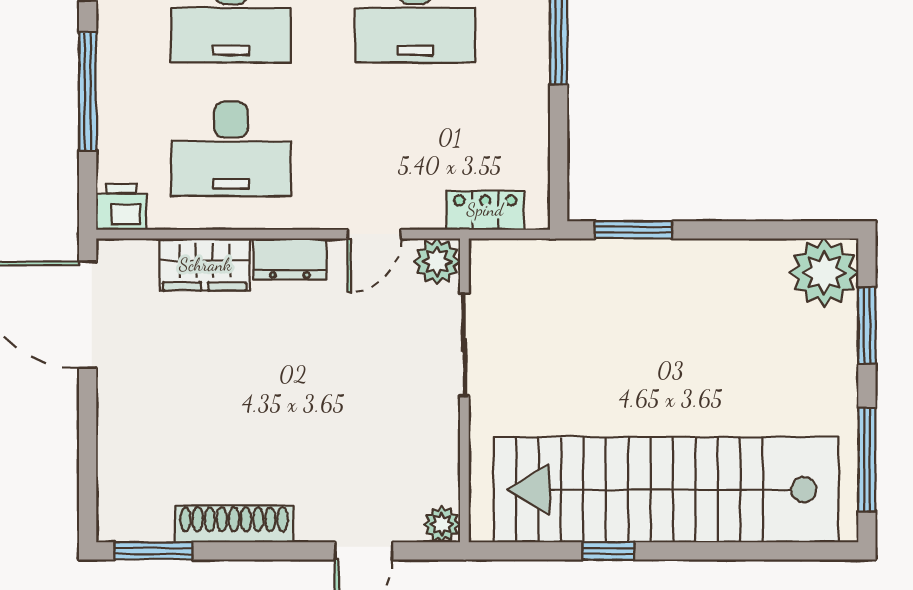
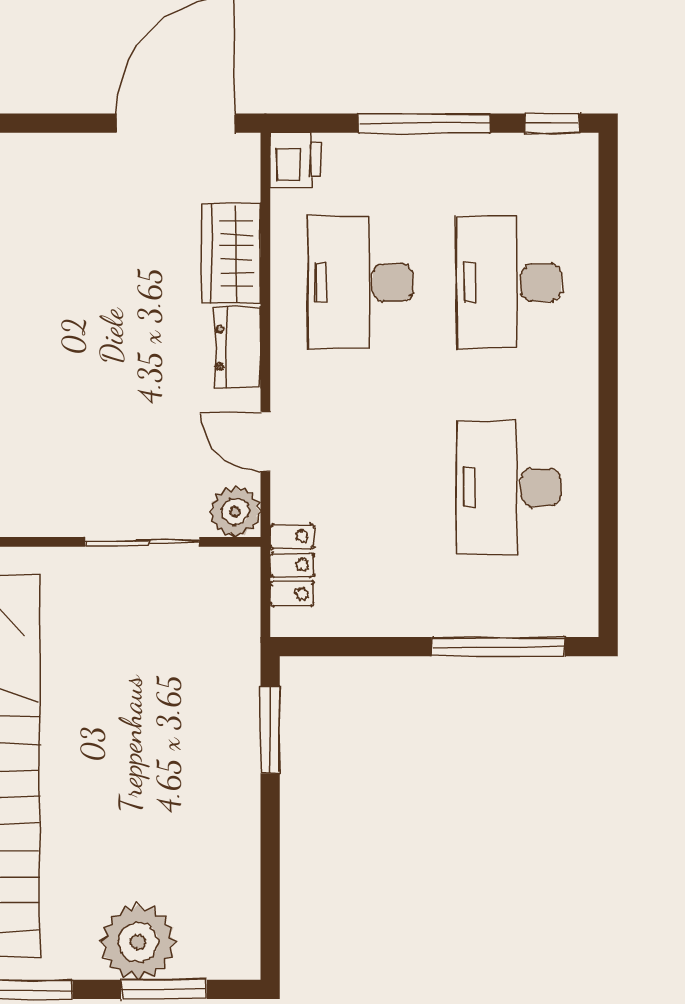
plant: (824, 272) -> (138, 942), moved

